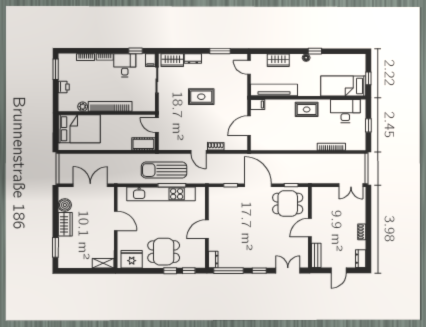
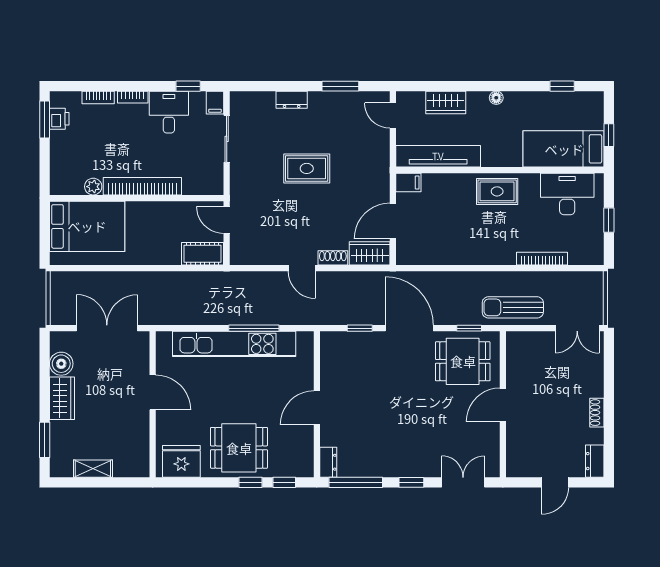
window: (315, 51) -> (562, 86), moved
wardrobe: (172, 60) -> (370, 253), moved, turned 180
printer: (64, 87) -> (59, 119), moved
sun lounger: (164, 170) -> (513, 307), moved, width x0.73, depth x0.75
bench: (316, 255) -> (514, 455), removed
shelving: (103, 263) -> (93, 469), moved

